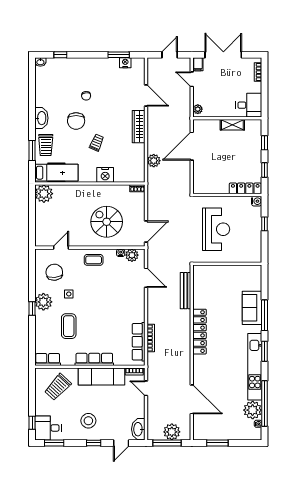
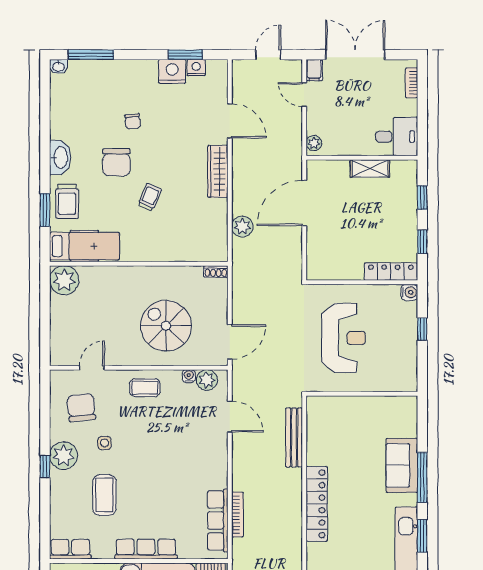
window: (60, 55) -> (91, 55), width x2.17
nightstand: (105, 175) -> (172, 71), moved, turned 180

